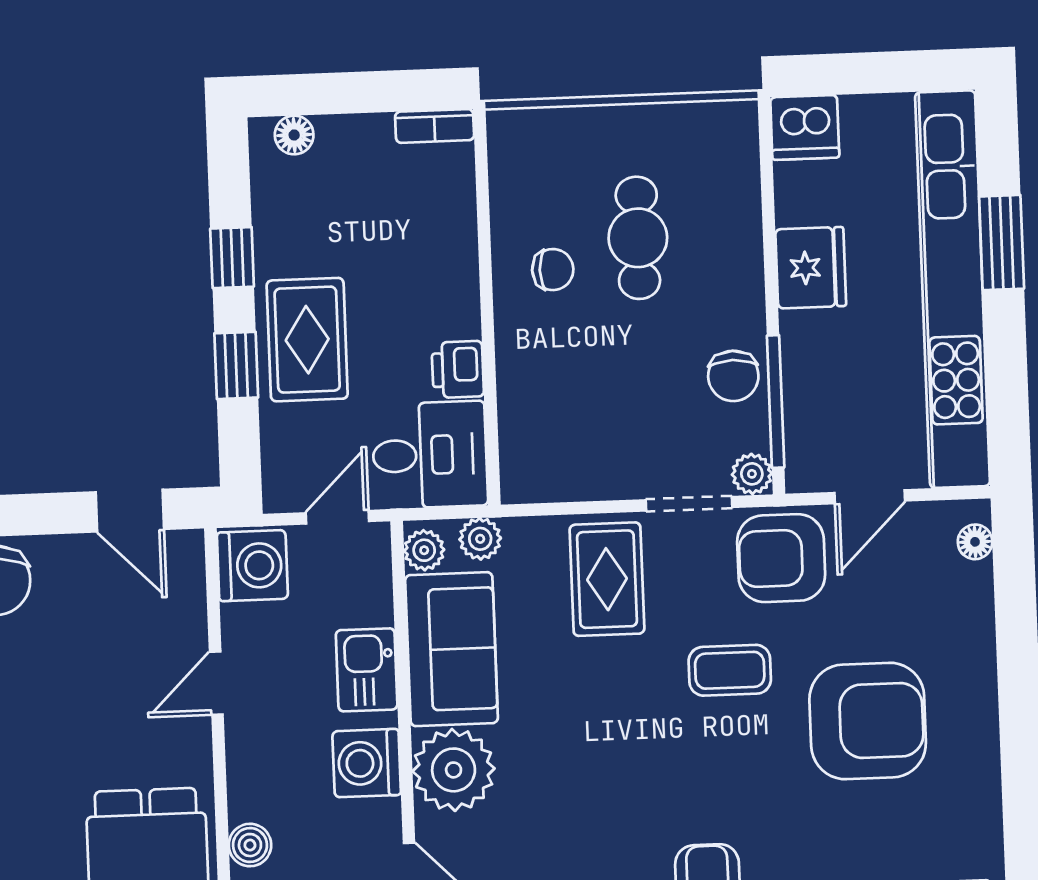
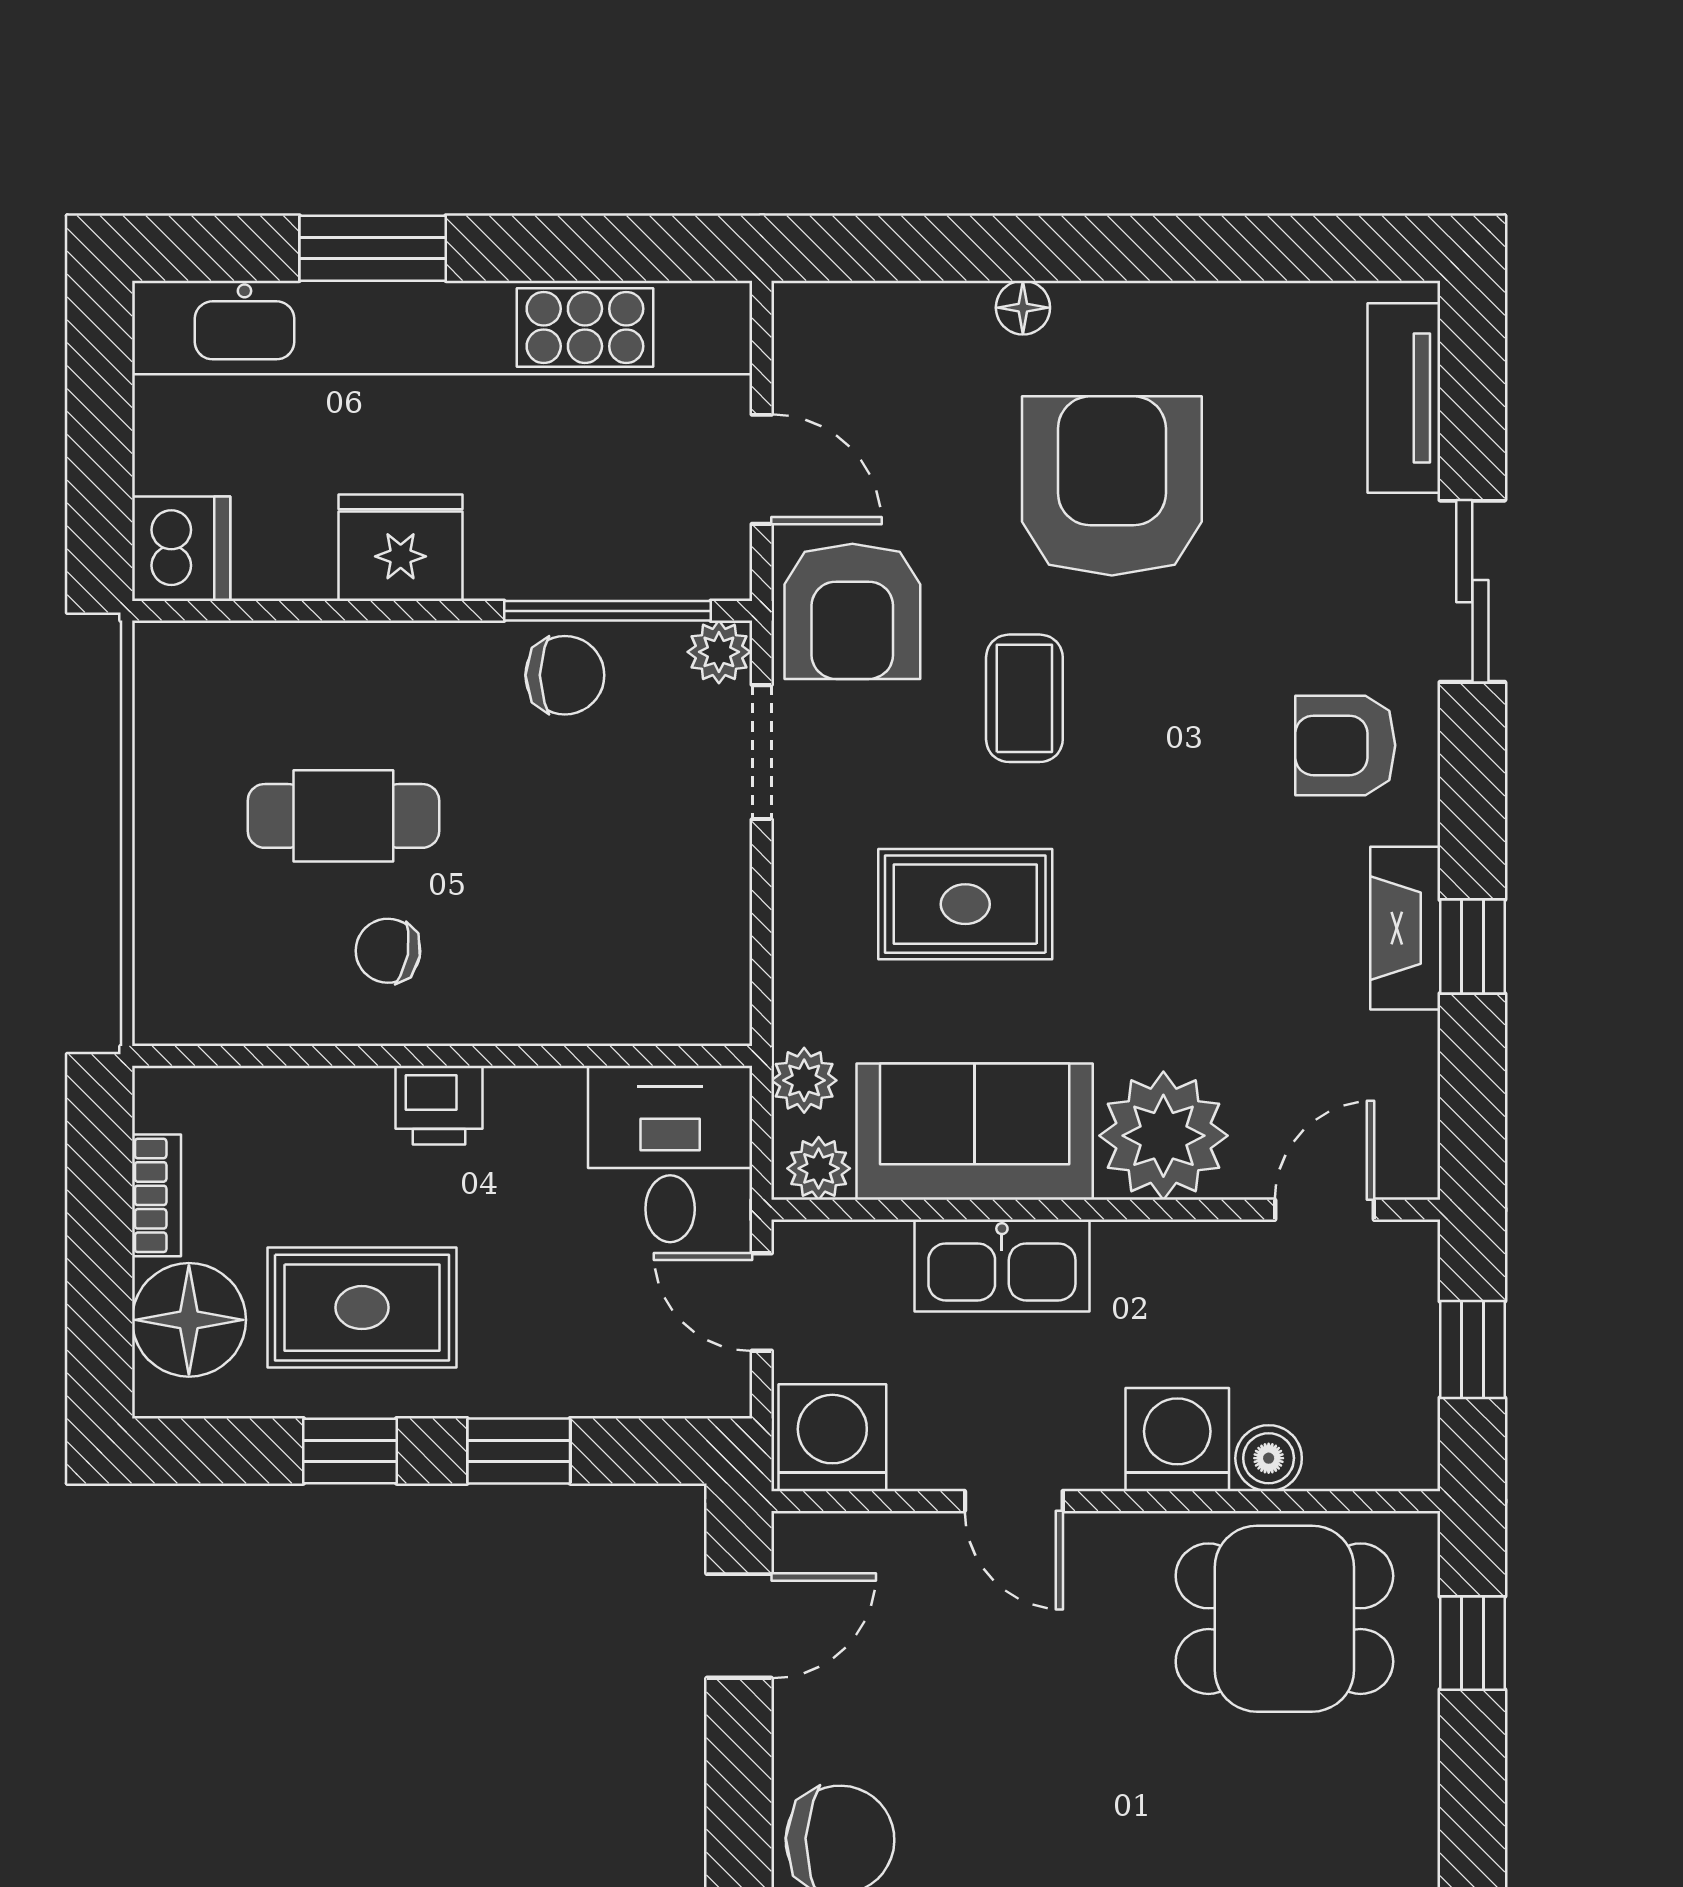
bookcase: (435, 126) -> (156, 1195), moved
floor lamp: (294, 135) -> (189, 1320), width x1.89, depth x1.89
chair: (553, 270) -> (388, 951), turned -80
rug: (307, 340) -> (362, 1308), moved
printer: (458, 369) -> (439, 1105), moved
floor lamp: (975, 542) -> (1023, 308), moved
rug: (607, 579) -> (965, 904), moved
kitchen sink: (367, 670) -> (1002, 1266), width x1.38
washing machine: (367, 763) -> (1177, 1440), moved, turned 180

